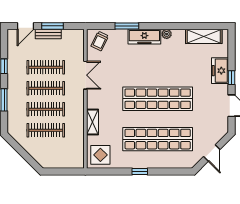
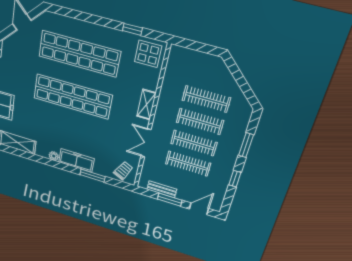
bench: (48, 34) -> (162, 189), moved
shelving: (93, 122) -> (146, 105), moved
window: (140, 171) -> (132, 29), moved

